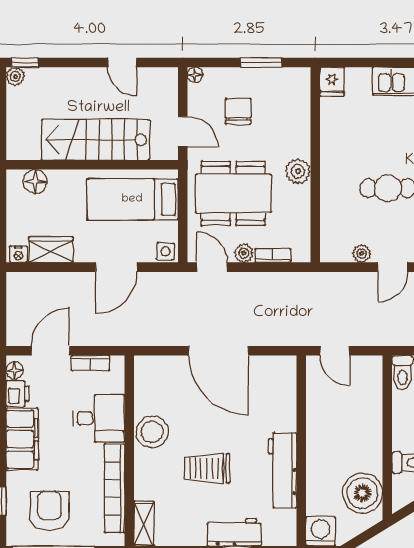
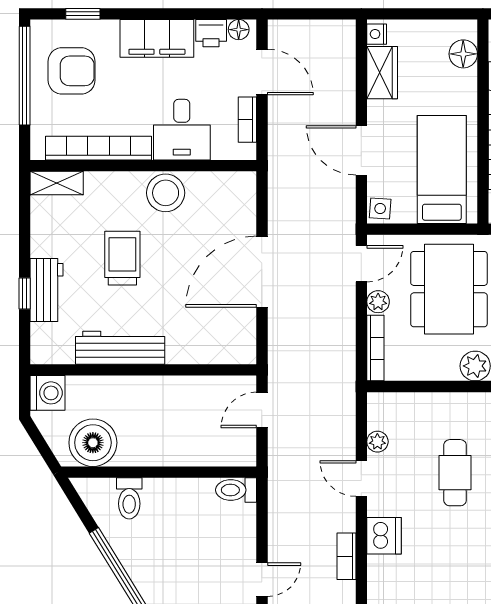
bookcase: (273, 255) -> (375, 348), width x1.56

